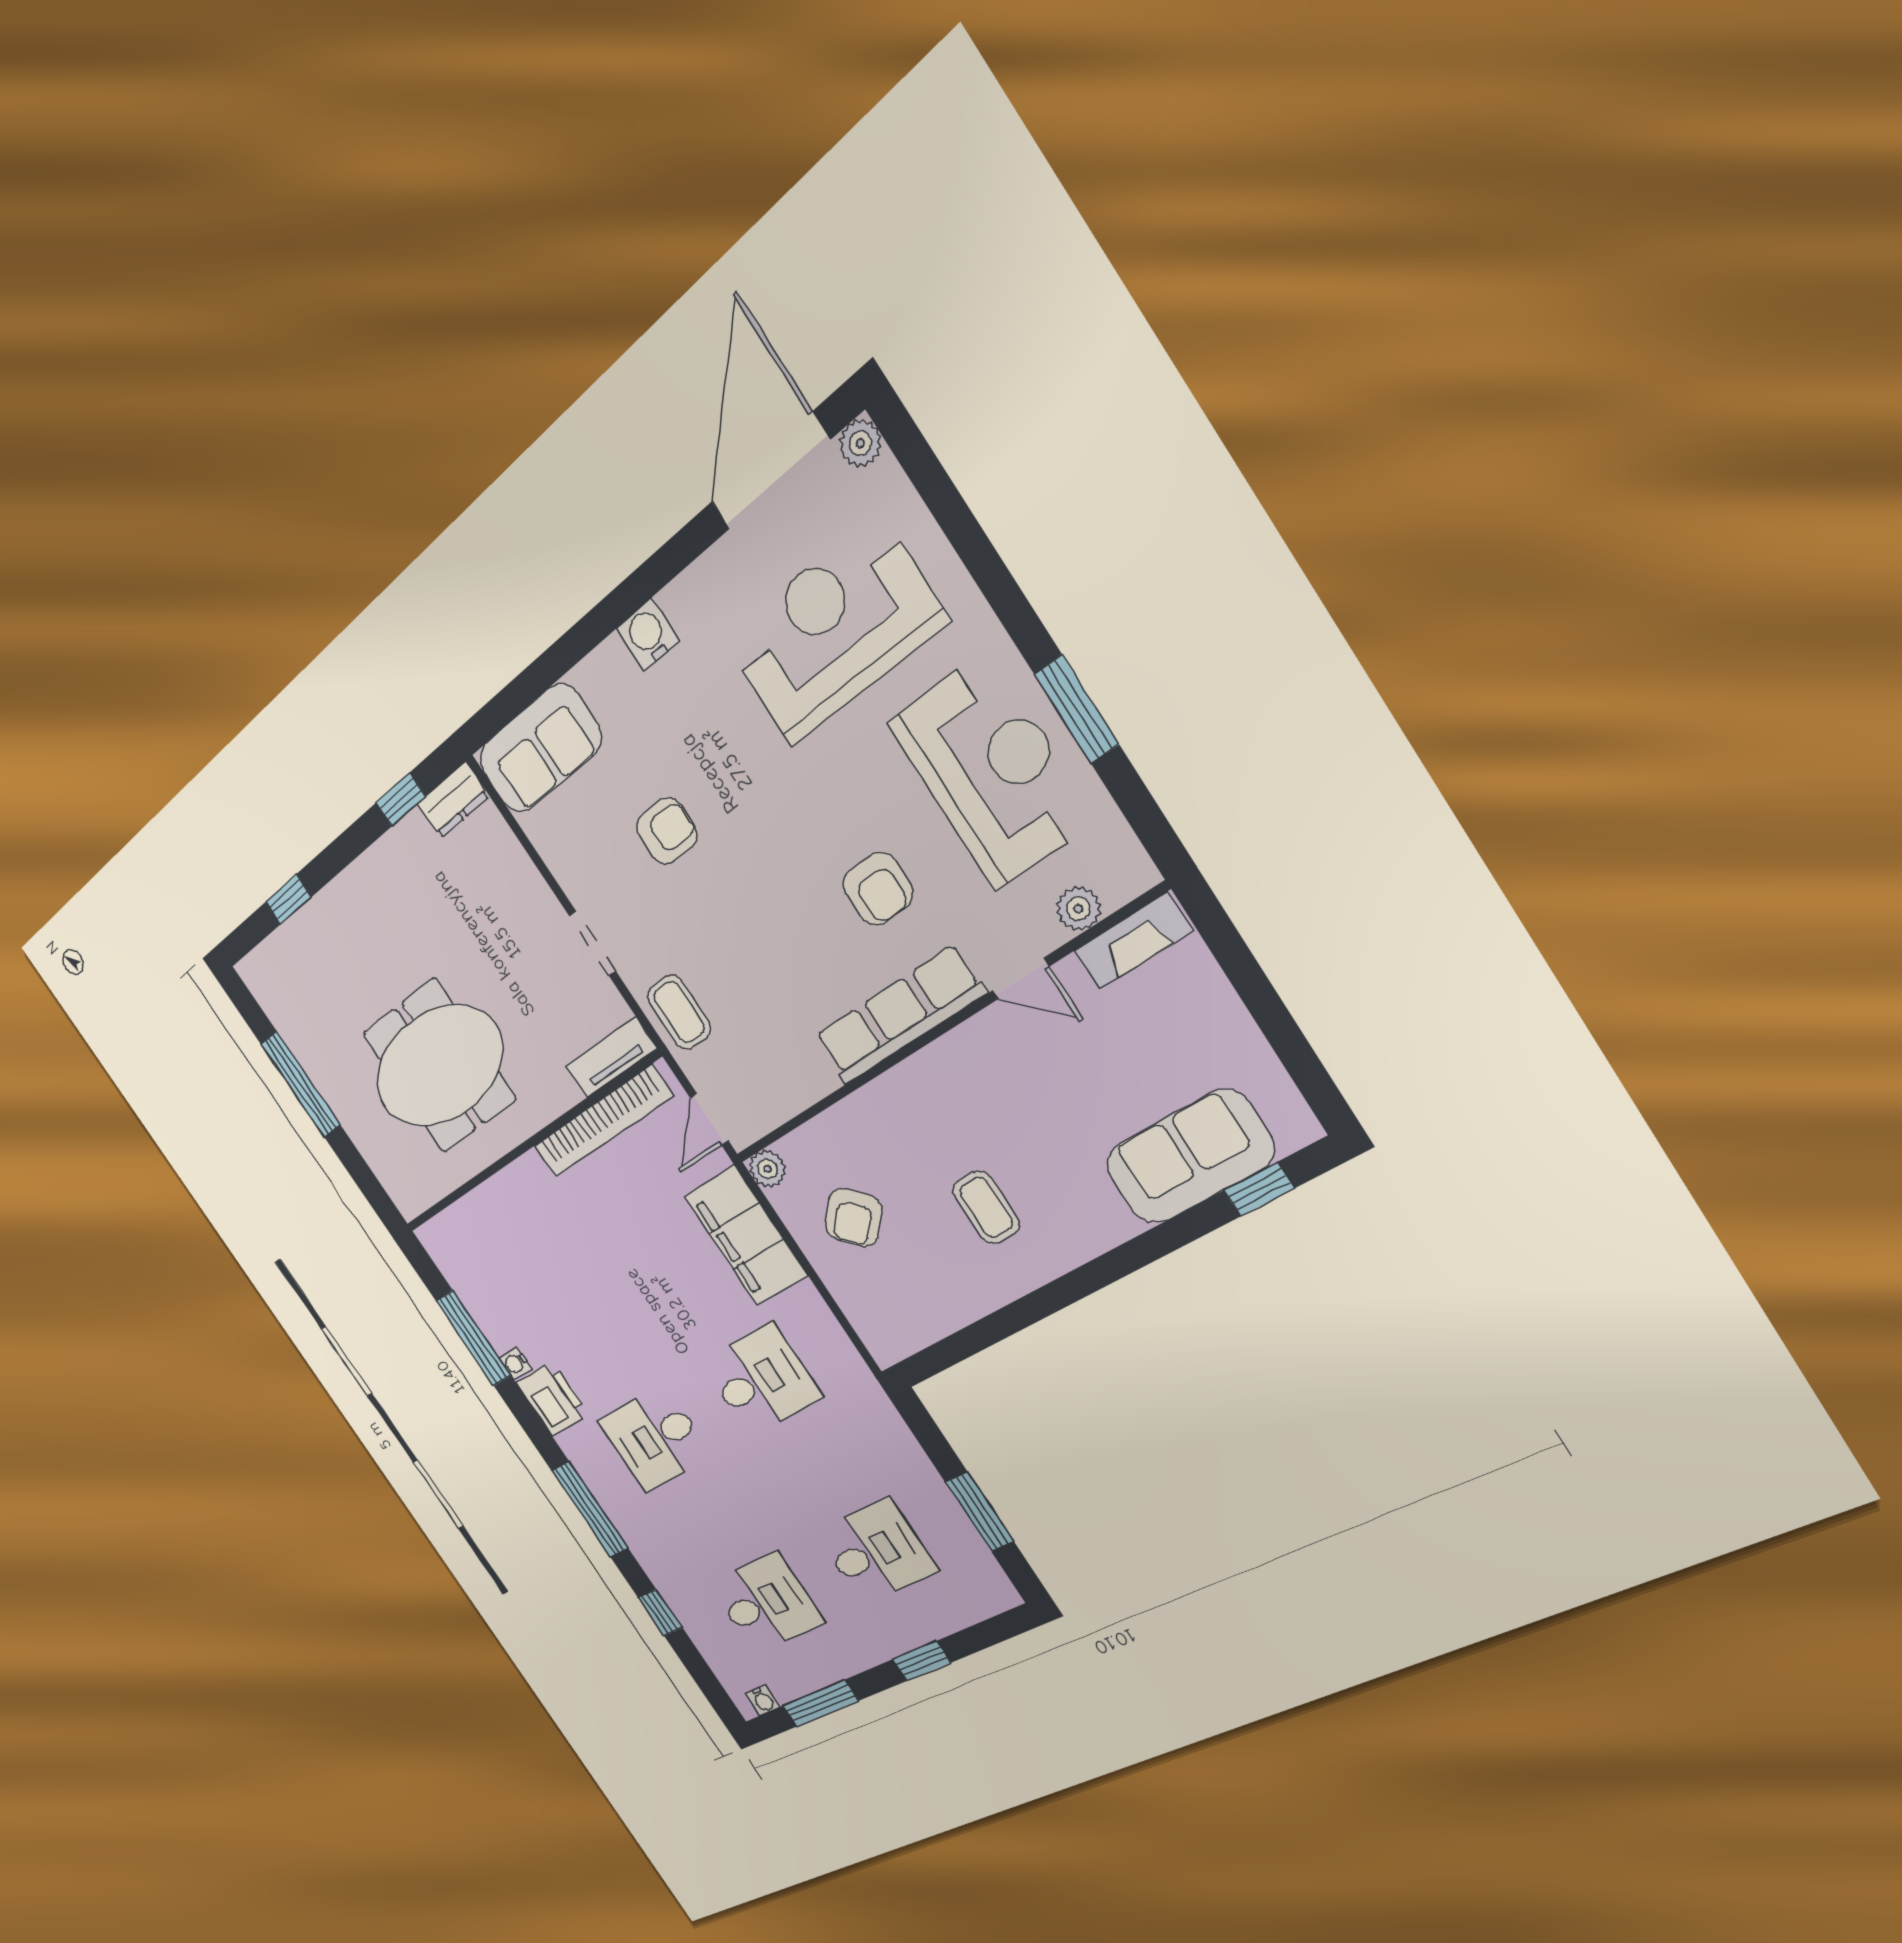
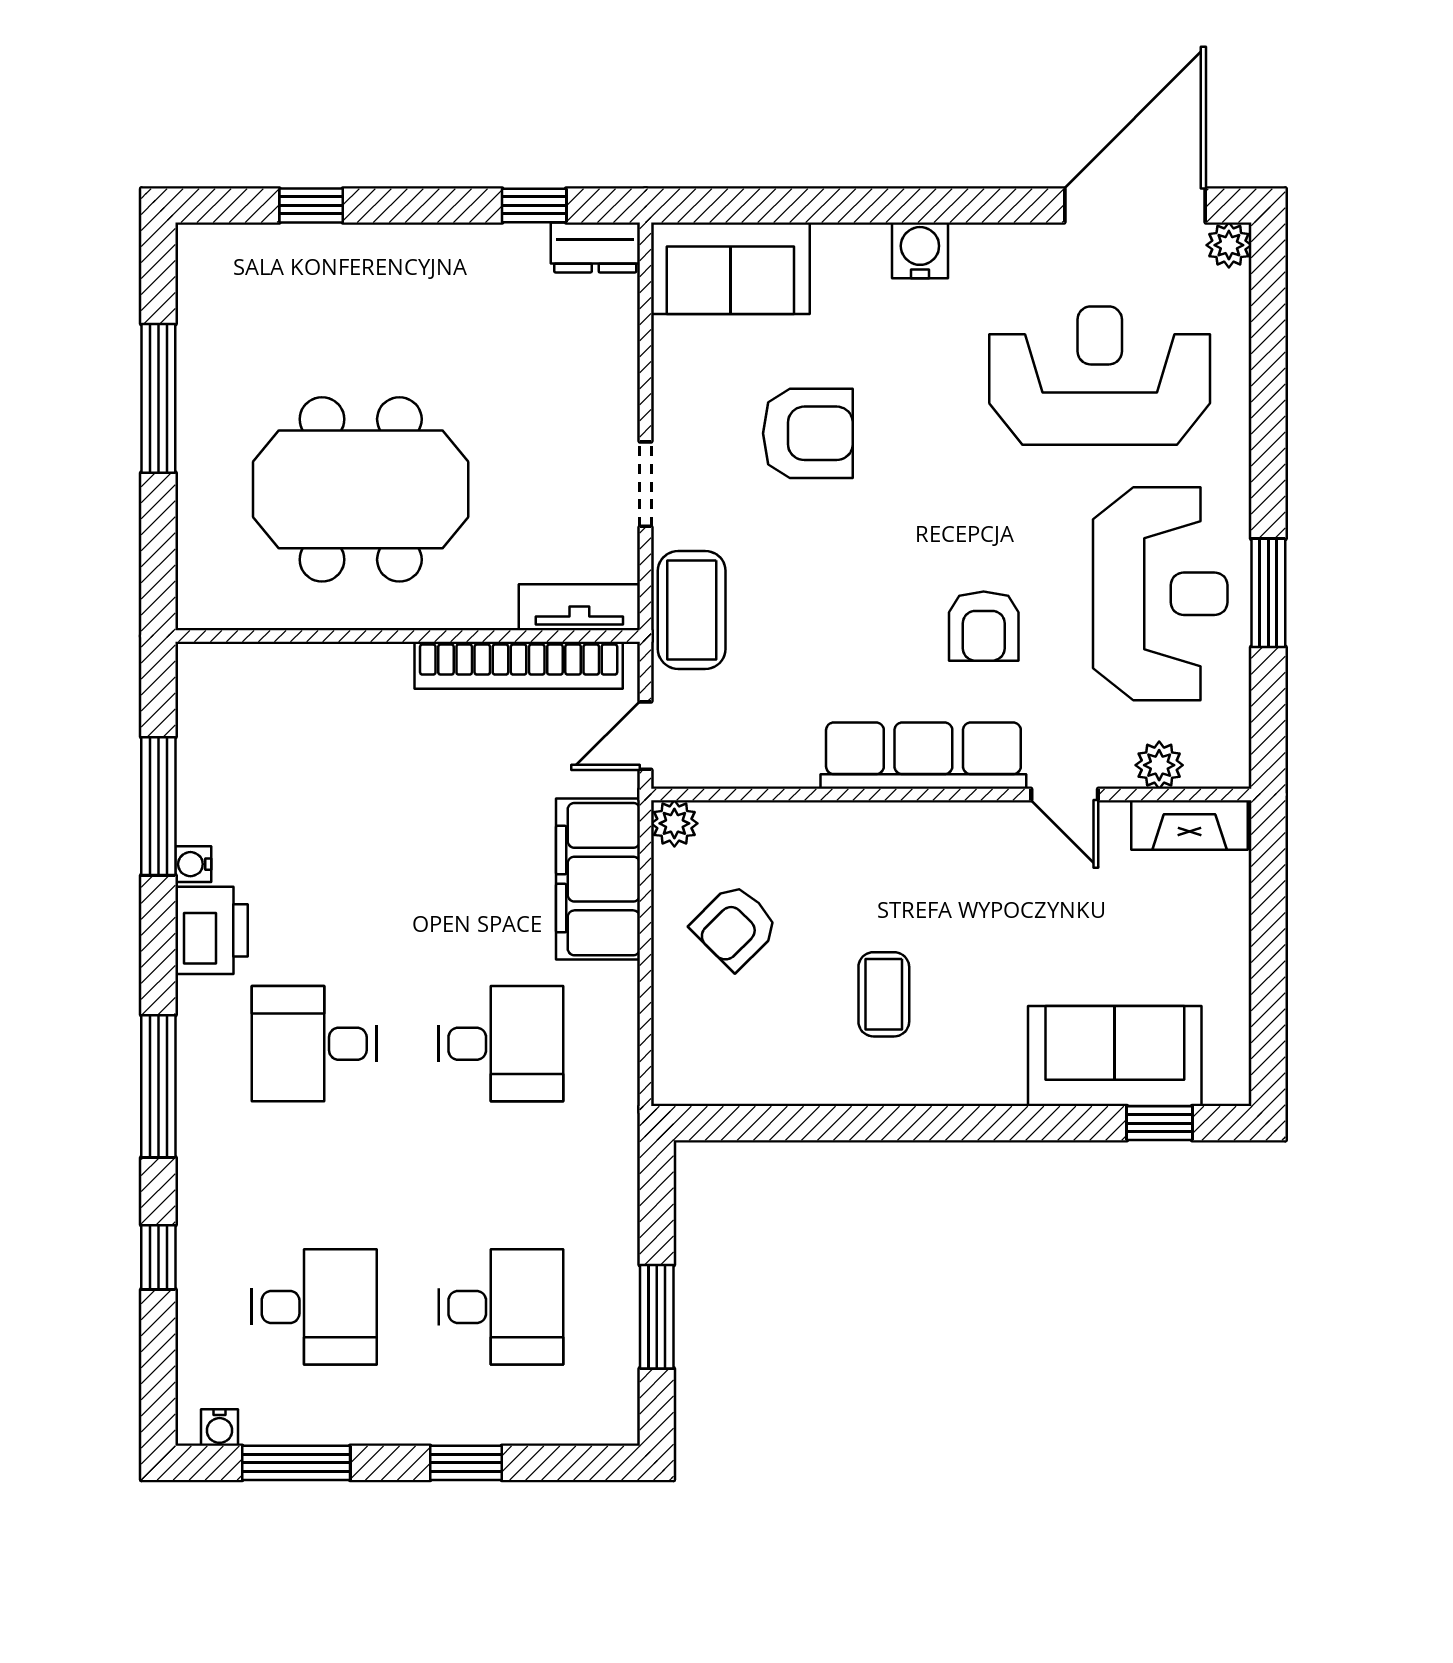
armchair: (667, 831) -> (808, 433), width x1.38, depth x1.38
coffee table: (679, 1012) -> (692, 610), width x1.36, depth x1.30

